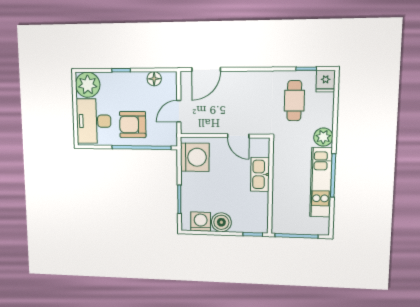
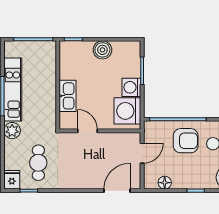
washing machine: (201, 222) -> (131, 87), moved, turned 90

